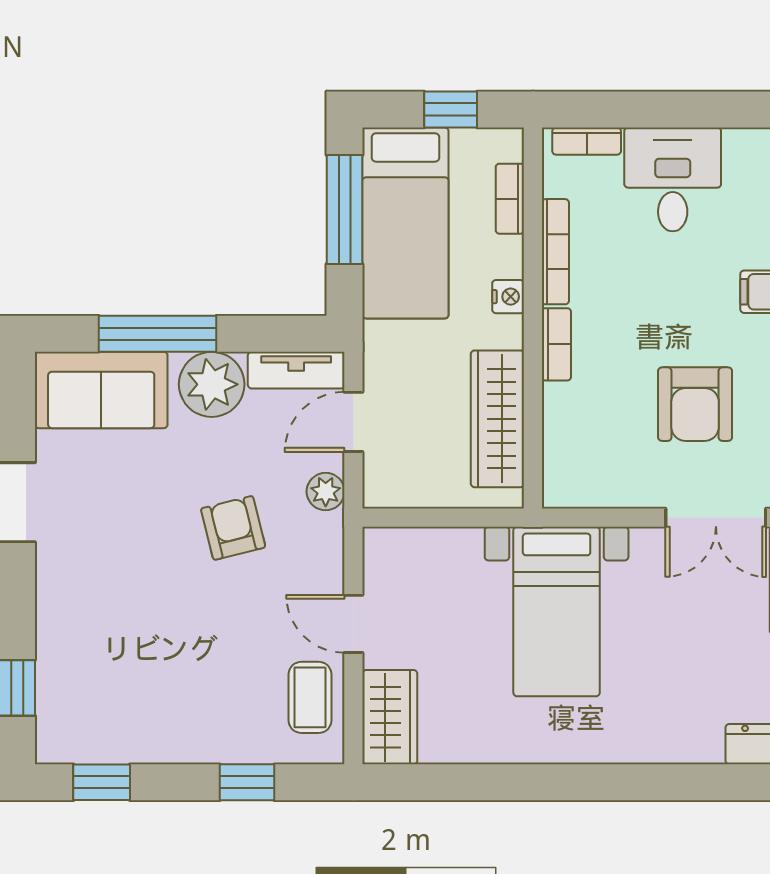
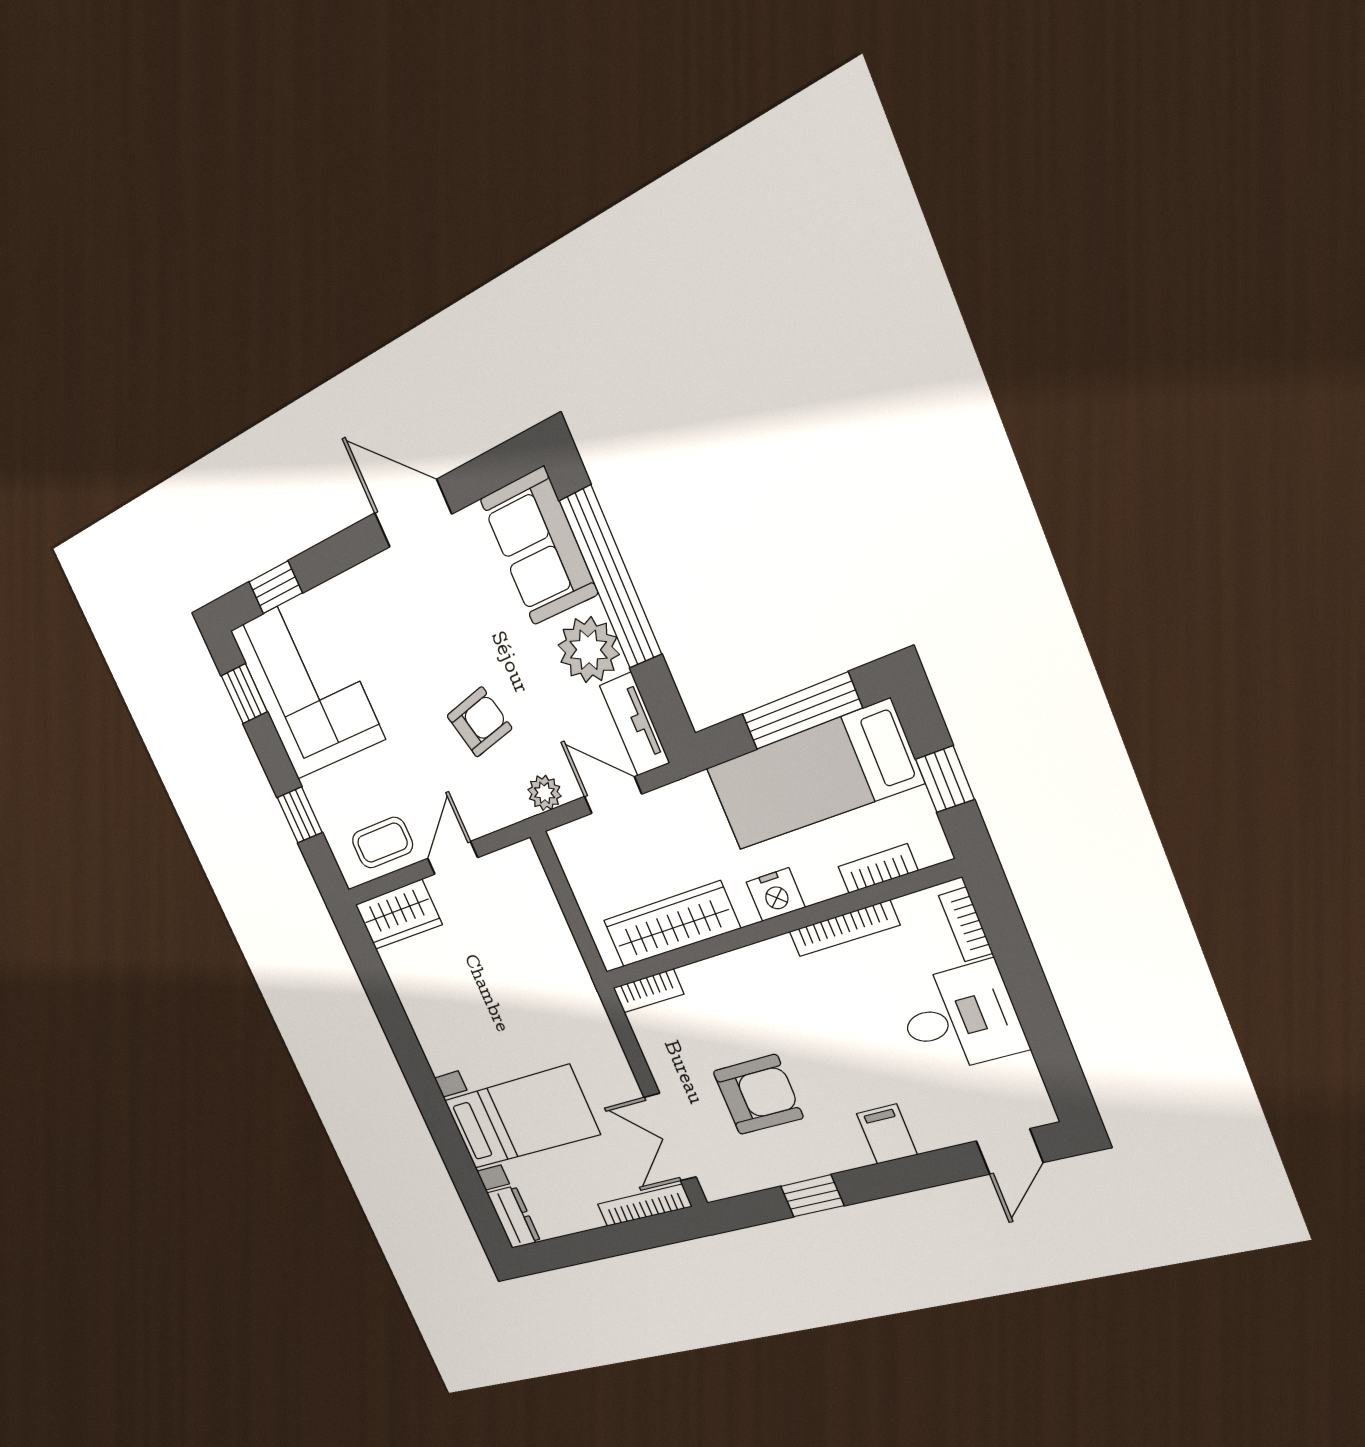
nightstand: (508, 297) -> (776, 895), width x1.39, depth x1.35
window: (158, 334) -> (611, 577), width x1.46
bookcase: (556, 344) -> (648, 991), moved
armchair: (695, 404) -> (758, 1095), turned 180
bed with nightstands: (557, 612) -> (521, 1117), moved, turned 180
corner sofa: (123, 702) -> (307, 684), added

